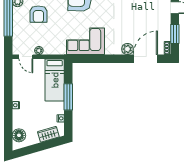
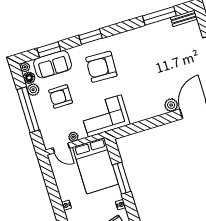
armchair: (38, 14) -> (61, 97), turned 90
corner sofa: (85, 41) -> (105, 116), moved
bed: (55, 80) -> (96, 166), width x1.50

